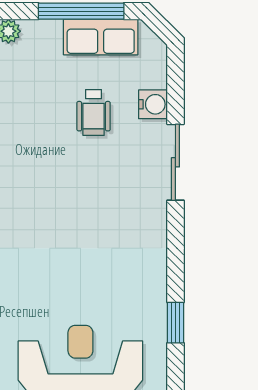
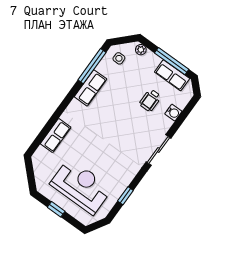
sliding door: (175, 162) -> (158, 150), moved

